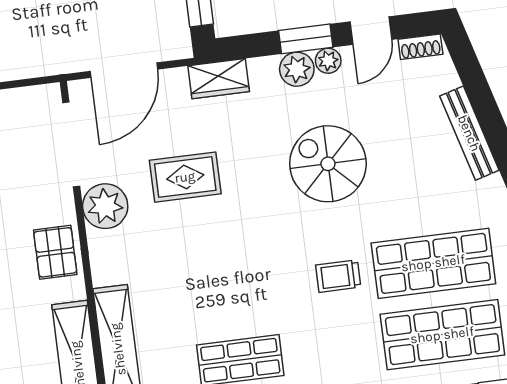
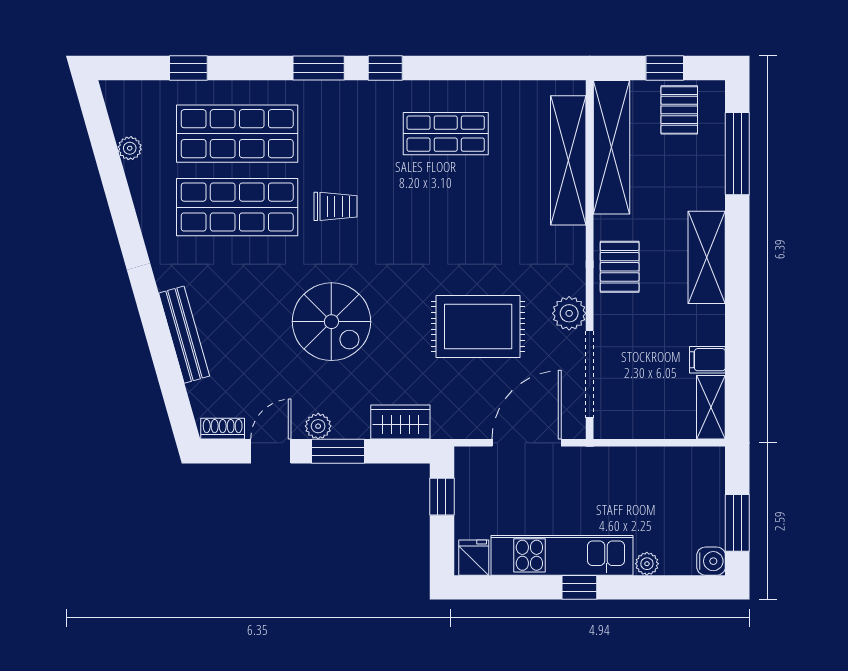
plant: (297, 69) -> (351, 422), removed
wardrobe: (219, 79) -> (400, 422), moved
rug: (185, 177) -> (478, 326), width x1.36, depth x1.43
plant: (105, 206) -> (569, 313), width x0.73, depth x0.73

